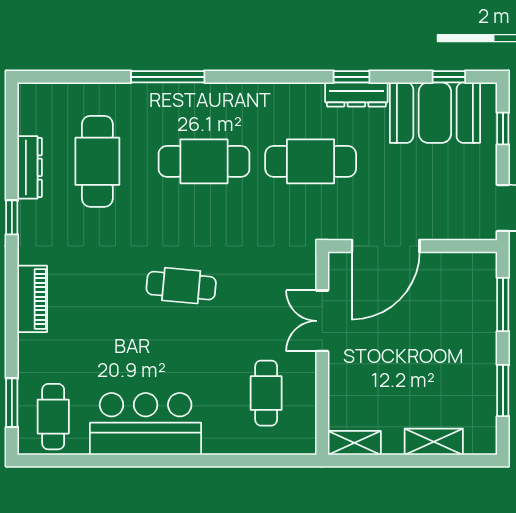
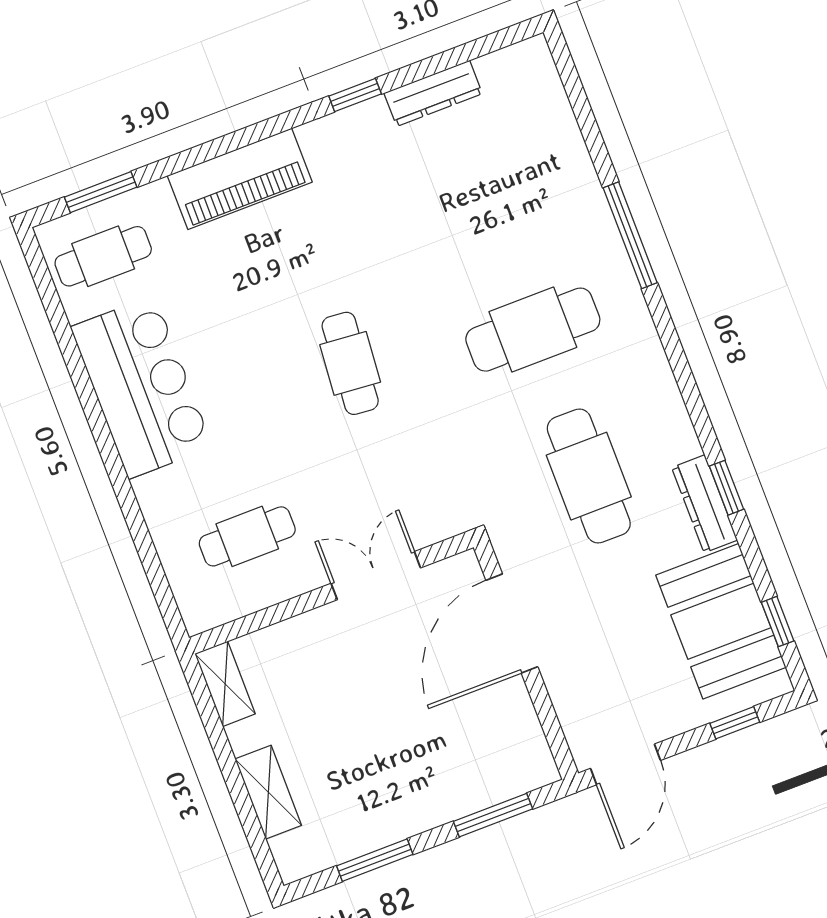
cafe table: (97, 161) -> (477, 183), removed
cafe table: (204, 161) -> (533, 330), turned 90
door: (386, 246) -> (512, 623), hinge flipped
piano: (32, 299) -> (240, 179), width x1.37, depth x1.33

